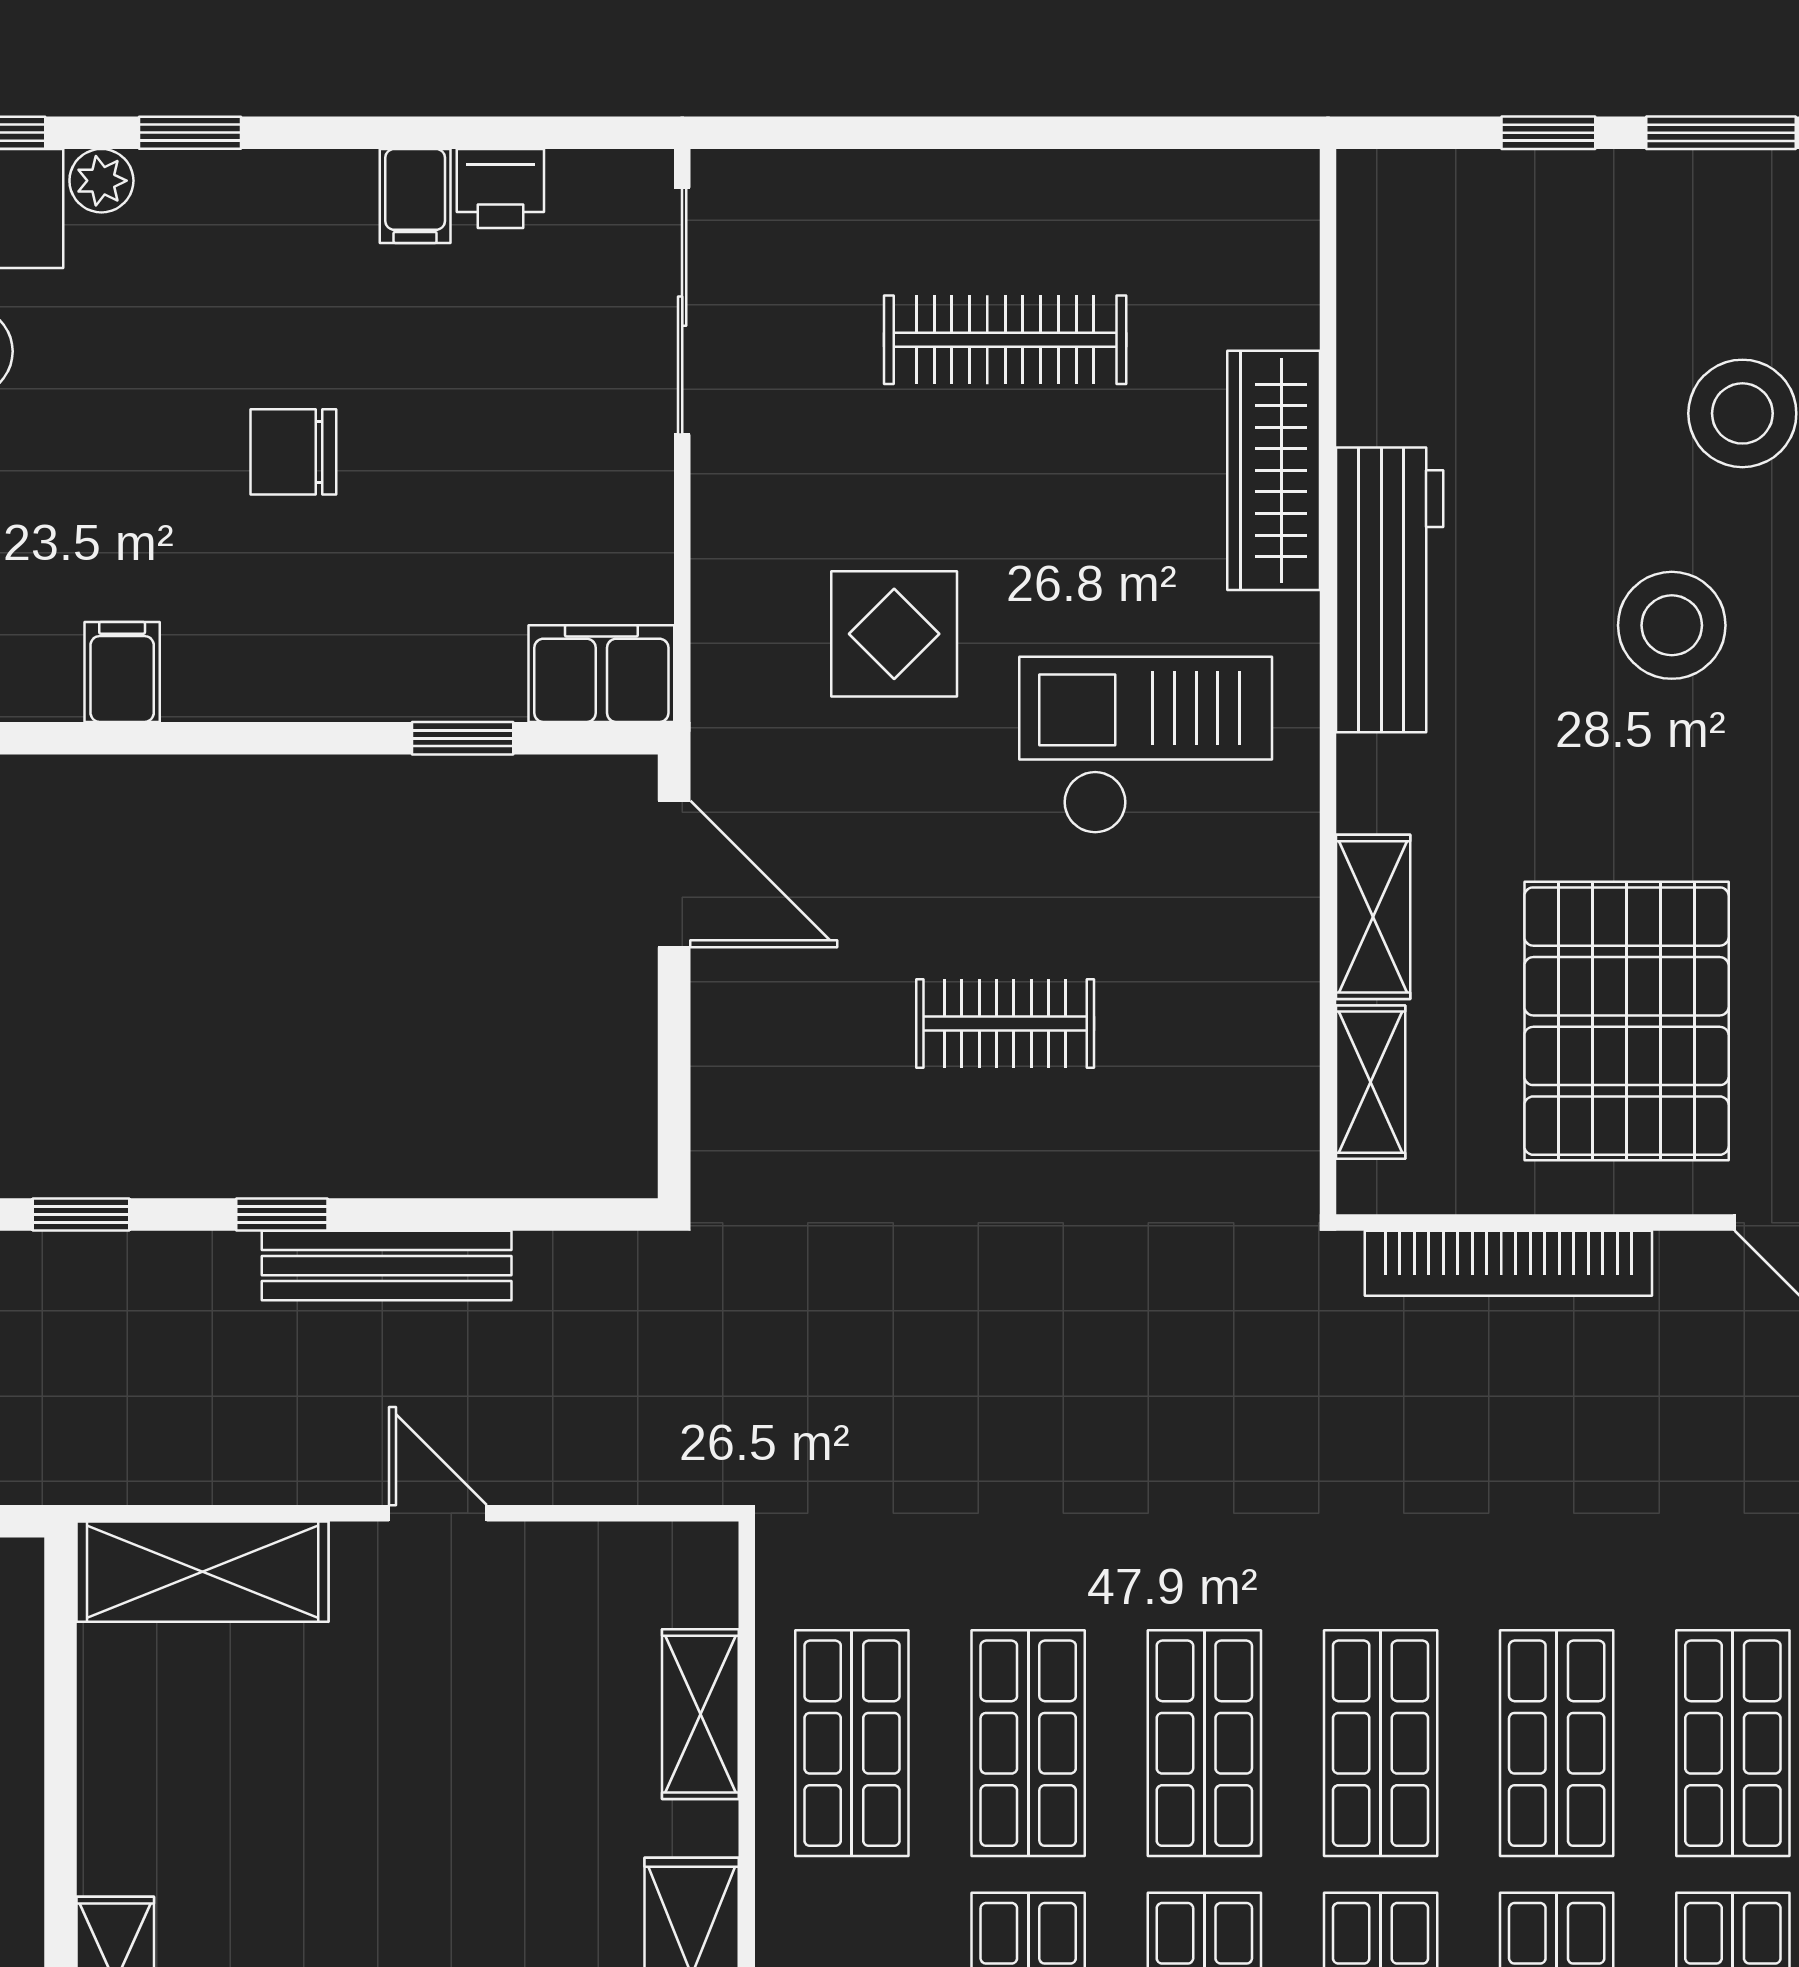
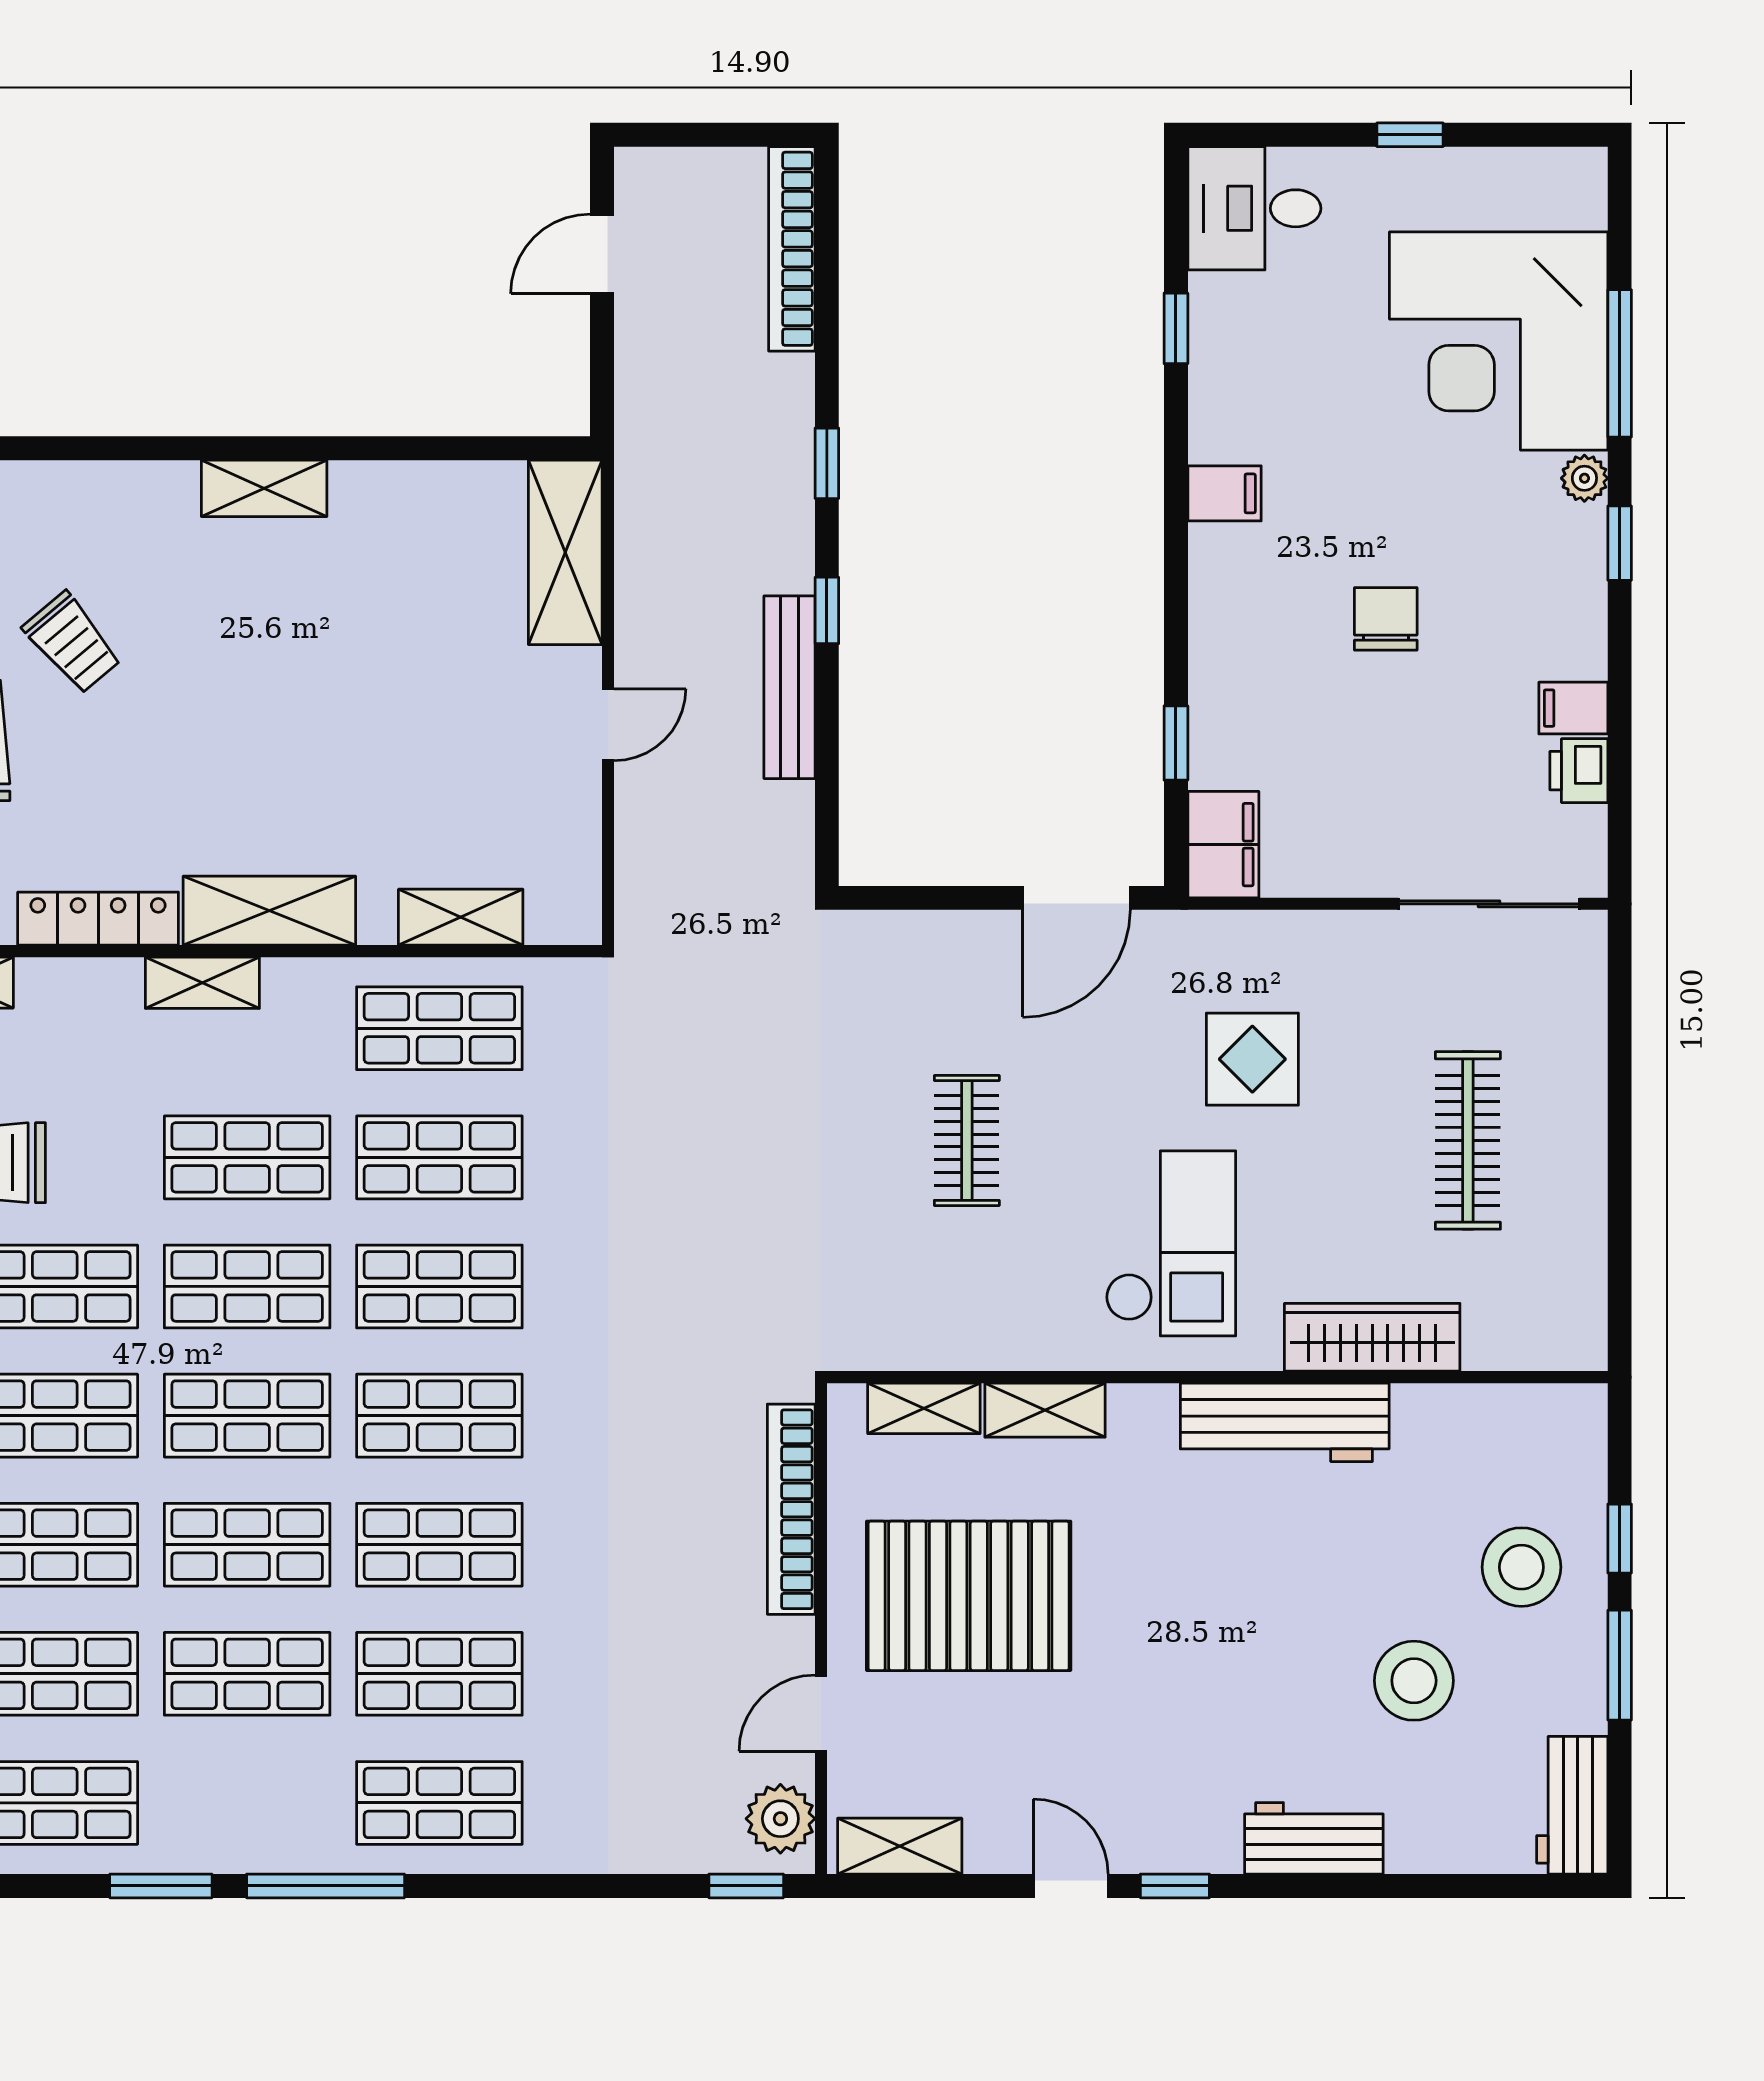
stool: (1672, 625) -> (1521, 1567), moved

